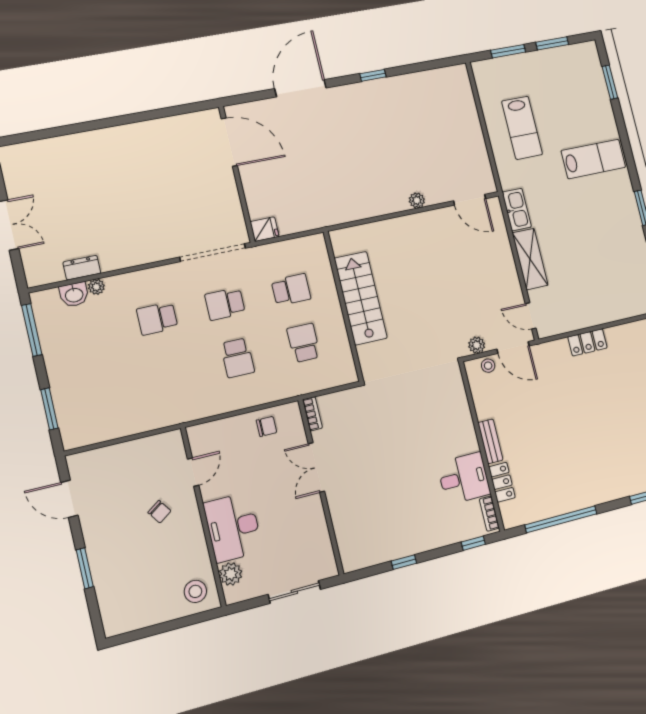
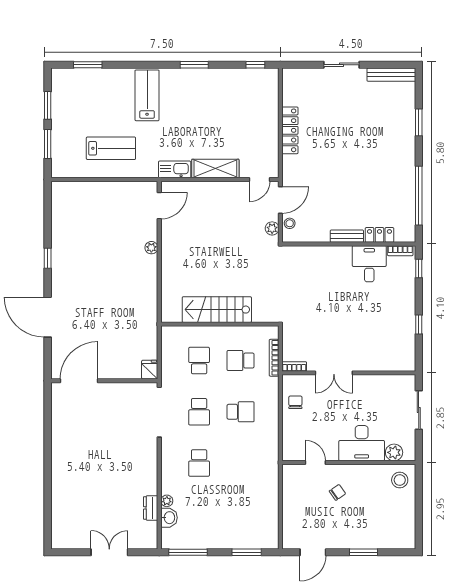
locker: (587, 342) -> (290, 130), width x1.53
bookcase: (317, 385) -> (274, 358), added

